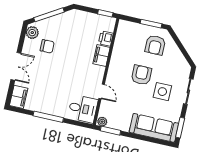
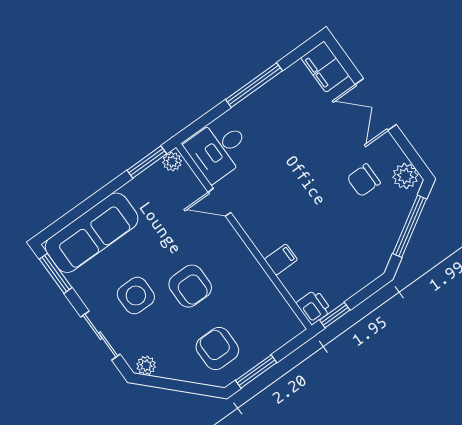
printer: (106, 38) -> (314, 307), moved
filing cabinet: (102, 56) -> (281, 260), width x0.50
plant: (184, 65) -> (146, 365), added

